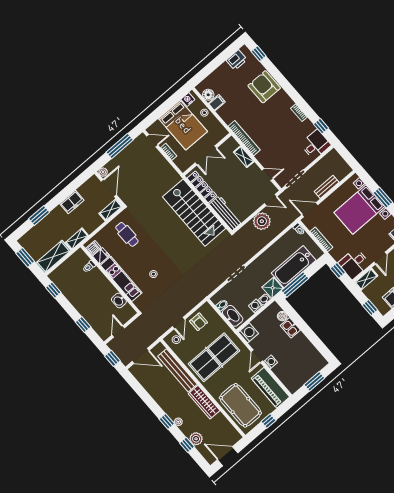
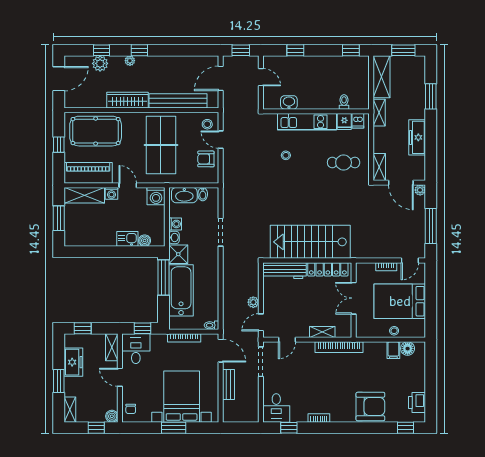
nightstand: (188, 99) -> (420, 326), removed
freezer: (72, 202) -> (417, 137), width x1.40
door: (310, 210) -> (221, 351), hinge flipped
plant: (262, 221) -> (253, 302), width x0.53, depth x0.53
shelving: (286, 378) -> (84, 195), added

